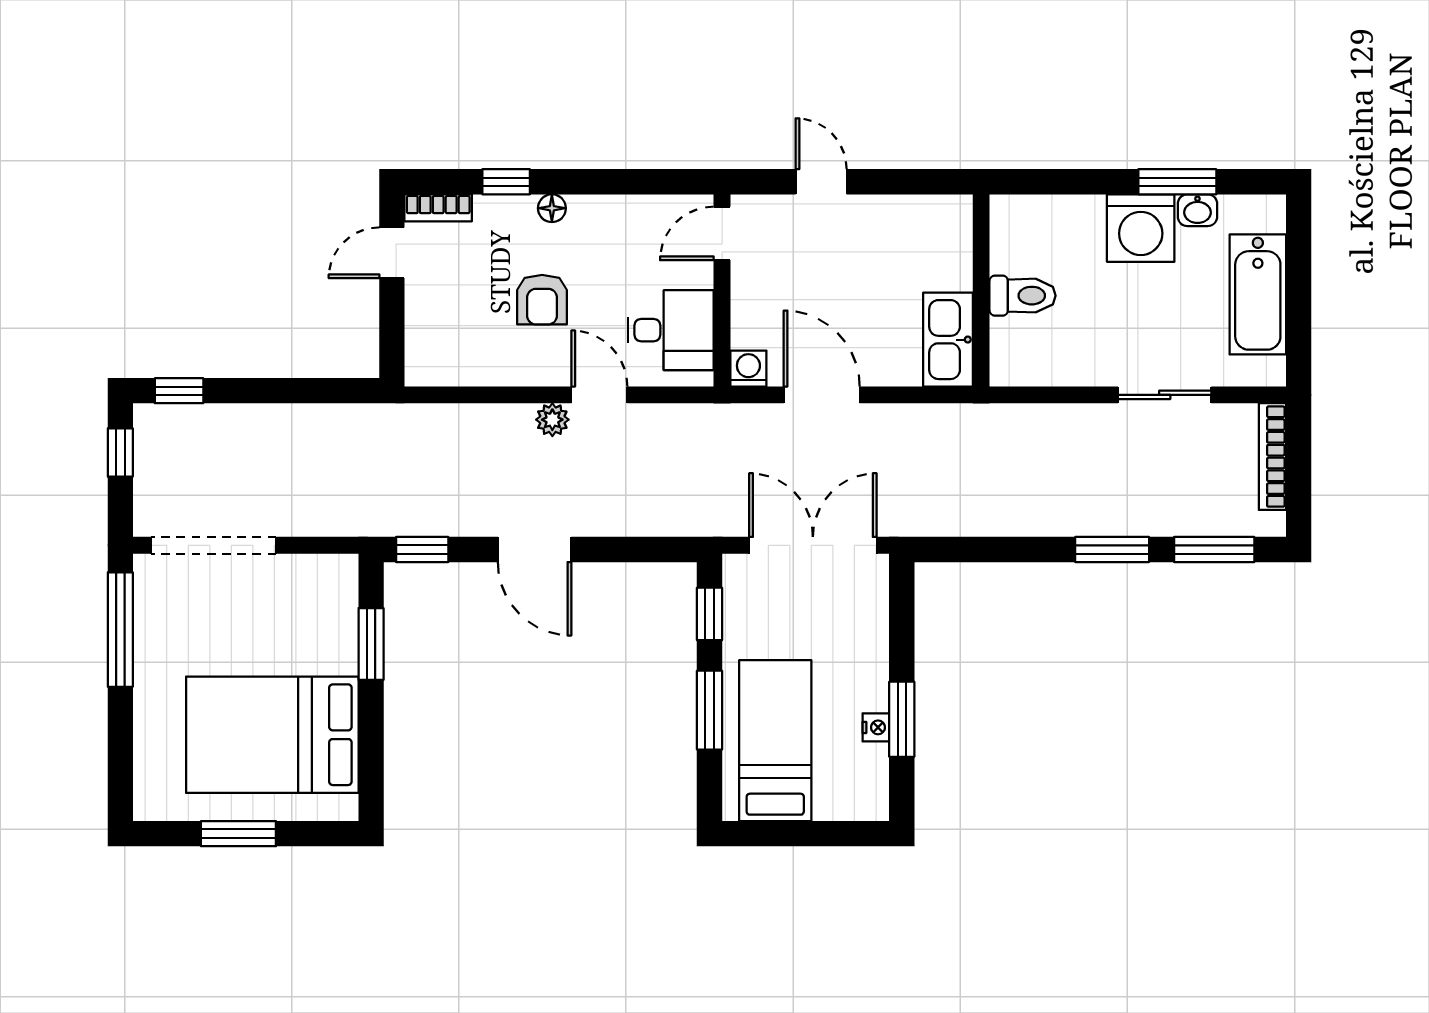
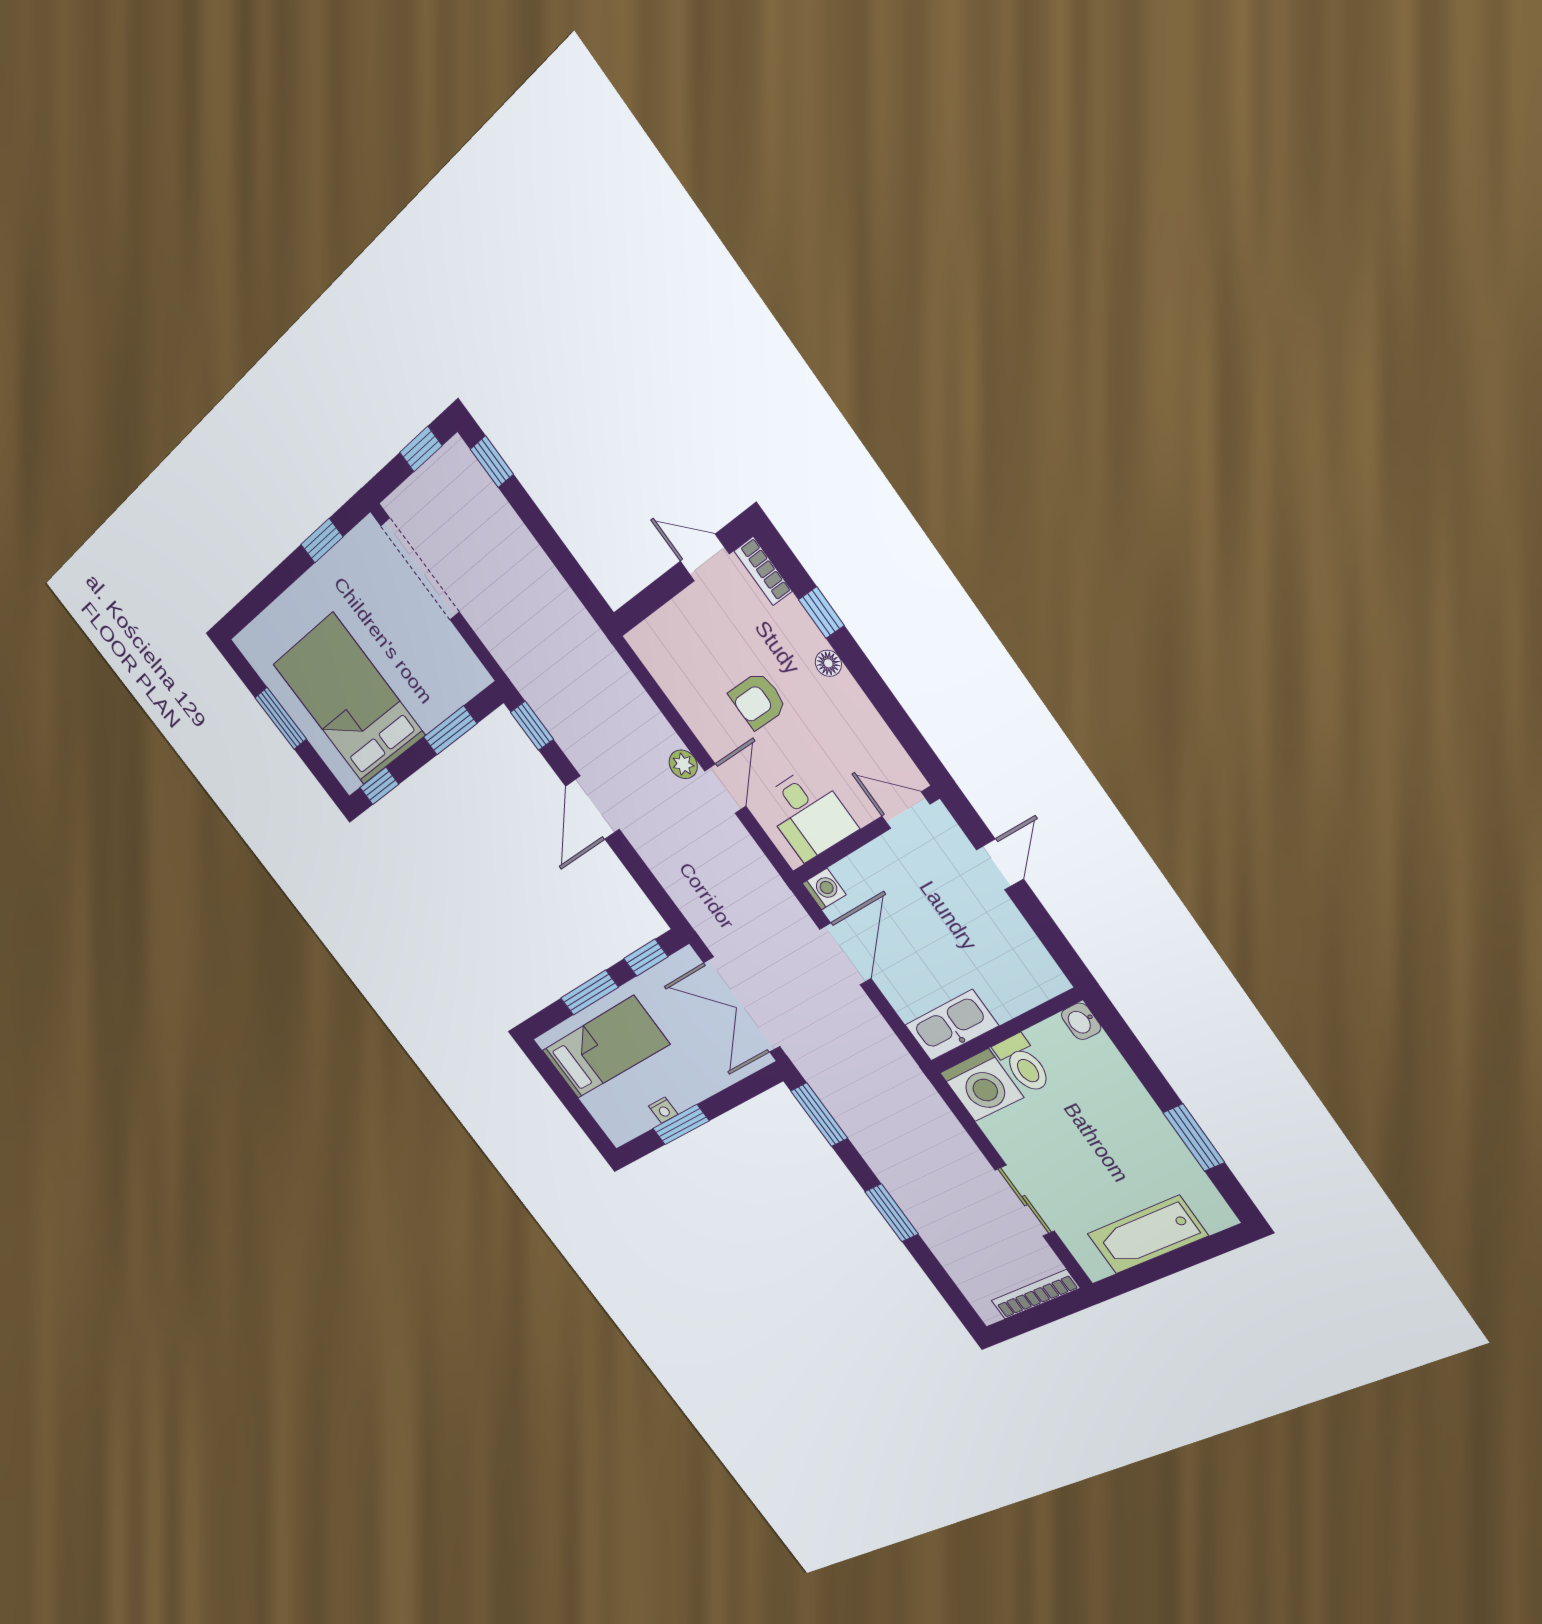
washbasin: (1197, 210) -> (1081, 1021), moved
washing machine: (1141, 228) -> (982, 1085), moved, turned -90
double door: (813, 545) -> (742, 1005), swing flipped
window: (1214, 549) -> (819, 1115), moved
window: (120, 630) -> (322, 541), width x0.46
window: (371, 776) -> (379, 786), added

